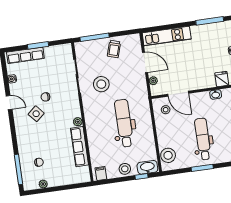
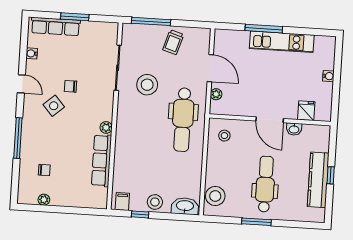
window: (210, 21) -> (264, 29), moved
kitchen unit: (167, 36) -> (282, 42), moved
door: (178, 94) -> (270, 120), moved
dental chair: (124, 123) -> (183, 120), moved, turned 180
window: (19, 169) -> (18, 138), moved
window: (141, 177) -> (140, 214), moved

